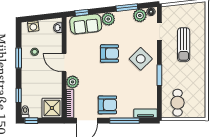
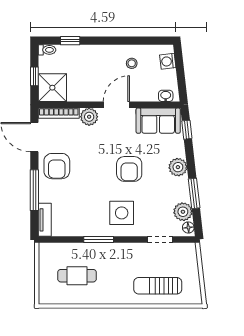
sofa: (86, 24) -> (158, 121), moved, turned -83
sun lounger: (184, 45) -> (158, 286), moved
window: (19, 58) -> (123, 41), removed
side table: (141, 59) -> (122, 213), turned 45
cafe table: (178, 103) -> (77, 276), moved
window: (31, 121) -> (34, 76), moved

